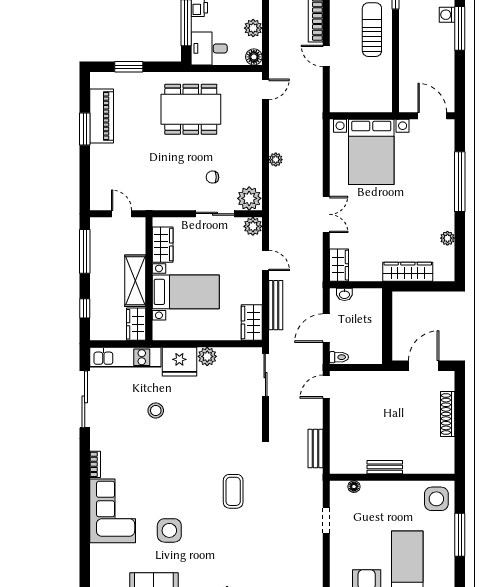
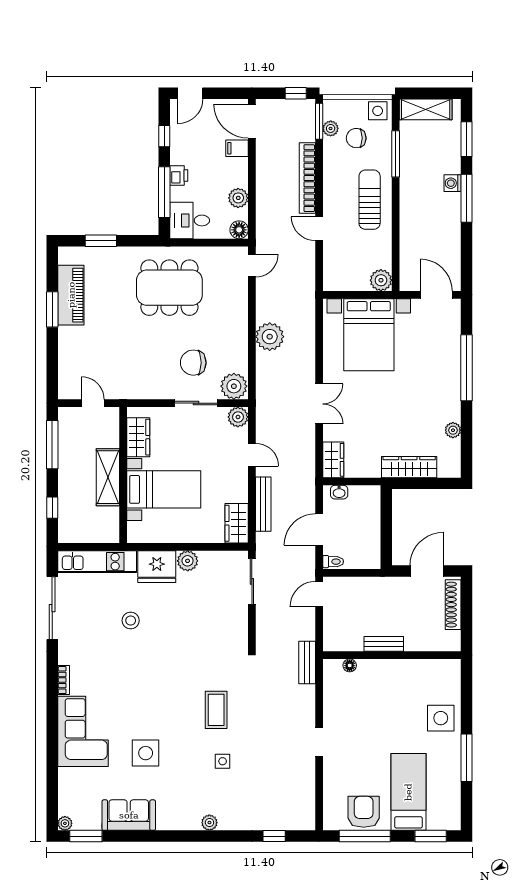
plant: (382, 103) -> (381, 280), added
plant: (276, 160) -> (270, 337), width x1.88, depth x1.88
chair: (212, 177) -> (193, 363), width x1.87, depth x1.87
wardrobe: (136, 324) -> (109, 525), removed
shoe rack: (448, 414) -> (453, 605), moved
bench: (385, 467) -> (384, 644), moved
wall: (392, 477) -> (392, 655), moved
floor lamp: (354, 487) -> (350, 665), moved
side table: (239, 538) -> (223, 761), added

